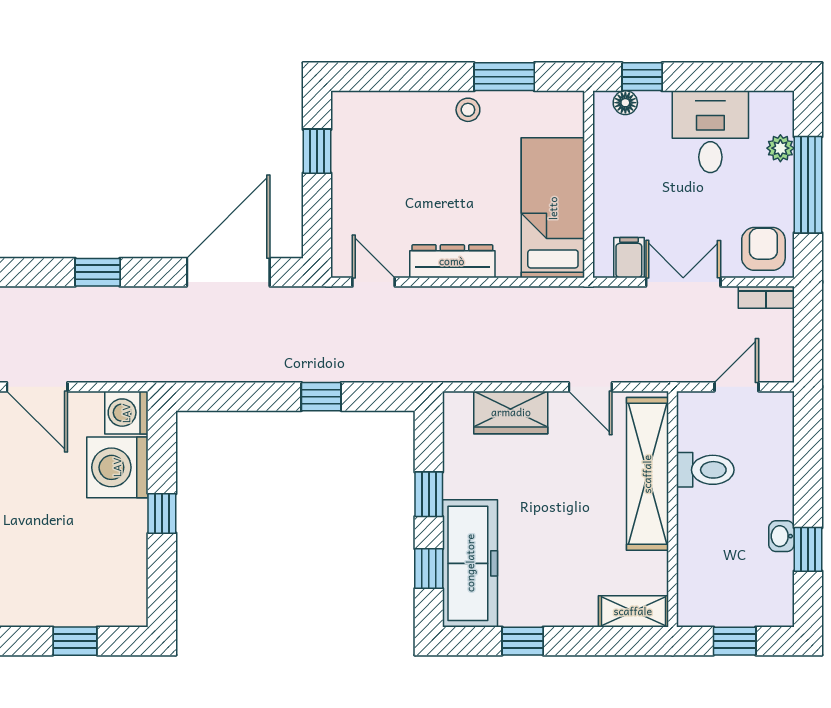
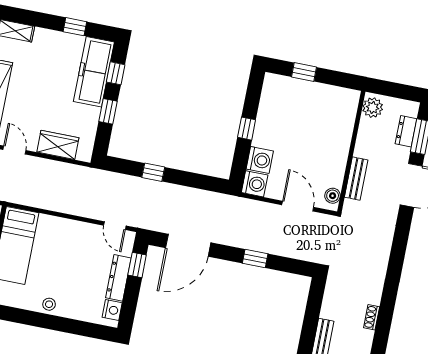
window: (504, 77) -> (27, 317), removed
nightstand: (347, 122) -> (112, 310), added
window: (317, 151) -> (137, 265), moved
dresser: (452, 261) -> (118, 278), moved, turned 90
washing machine: (117, 467) -> (260, 160), width x0.73, depth x0.73

